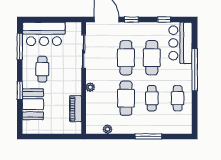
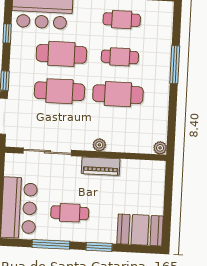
window: (20, 46) -> (51, 244), moved
booth: (33, 104) -> (140, 230), moved
piano: (76, 109) -> (101, 166), moved
plant: (108, 129) -> (160, 148), moved

